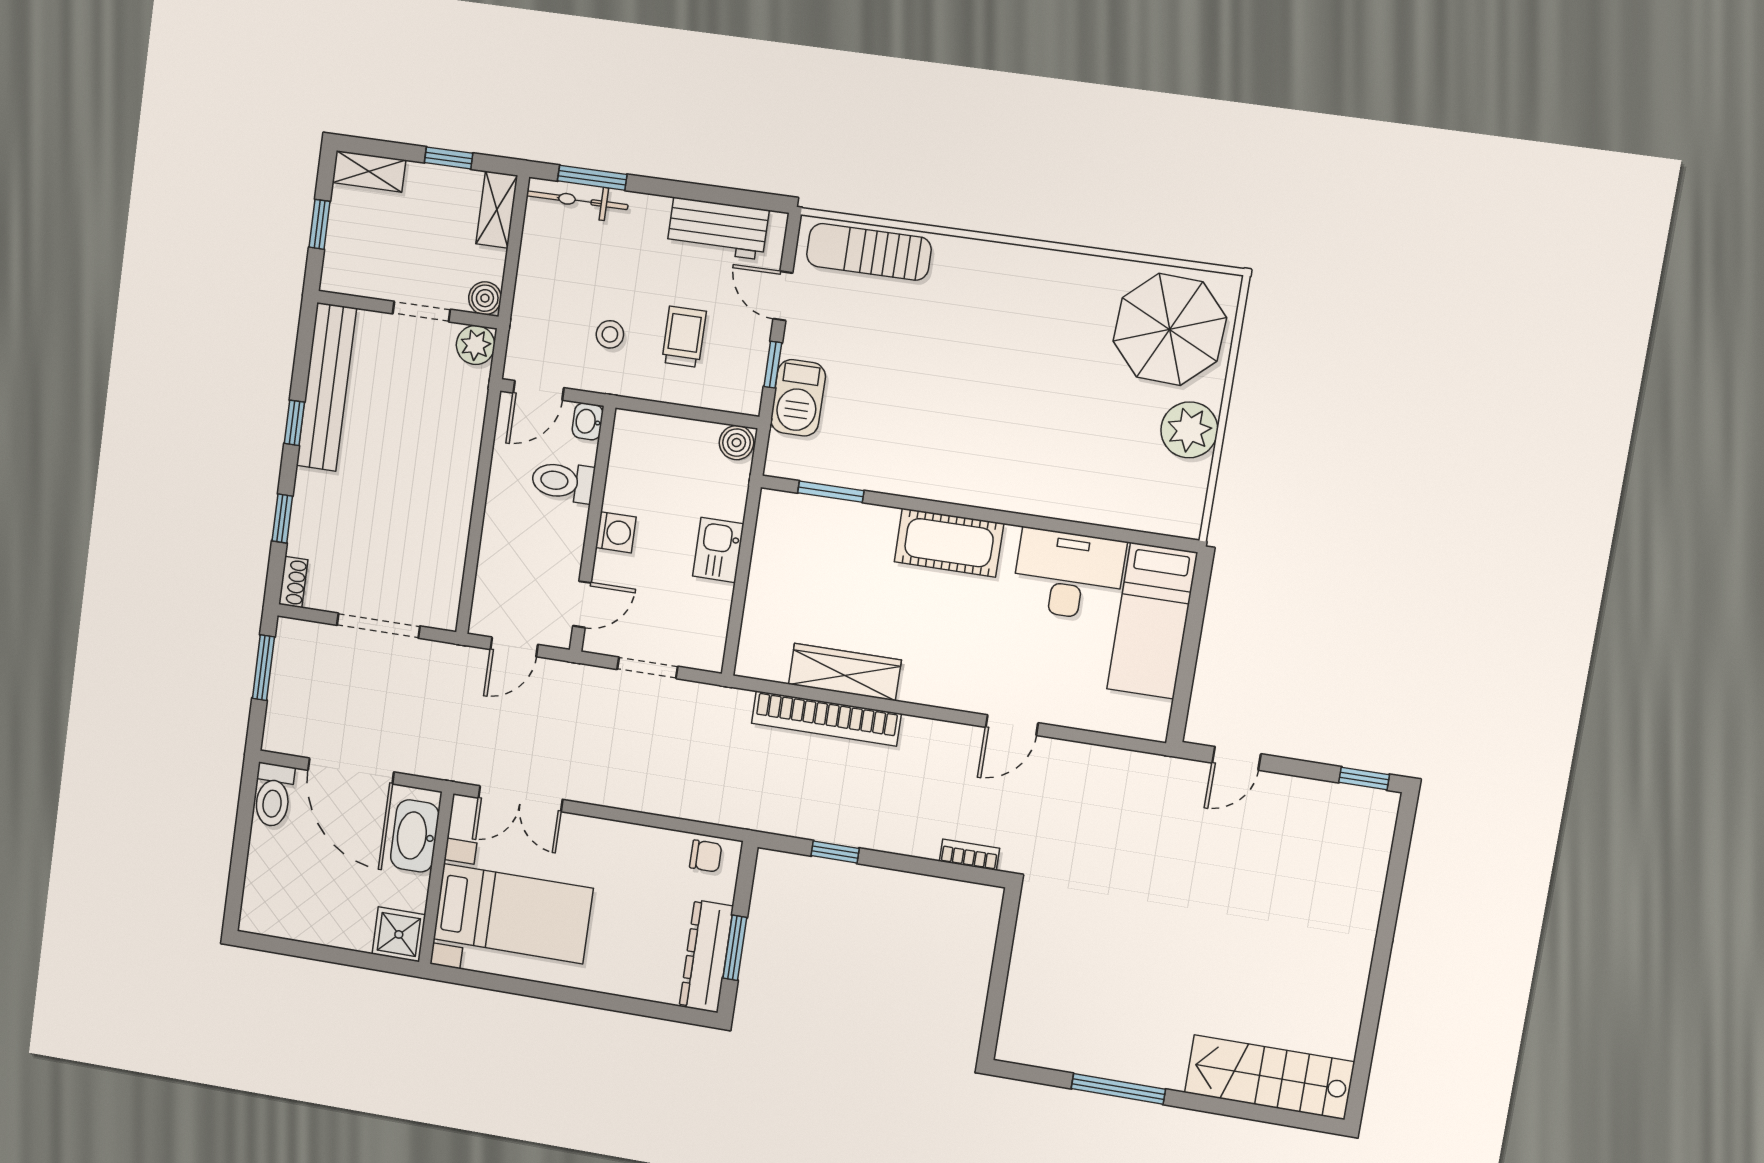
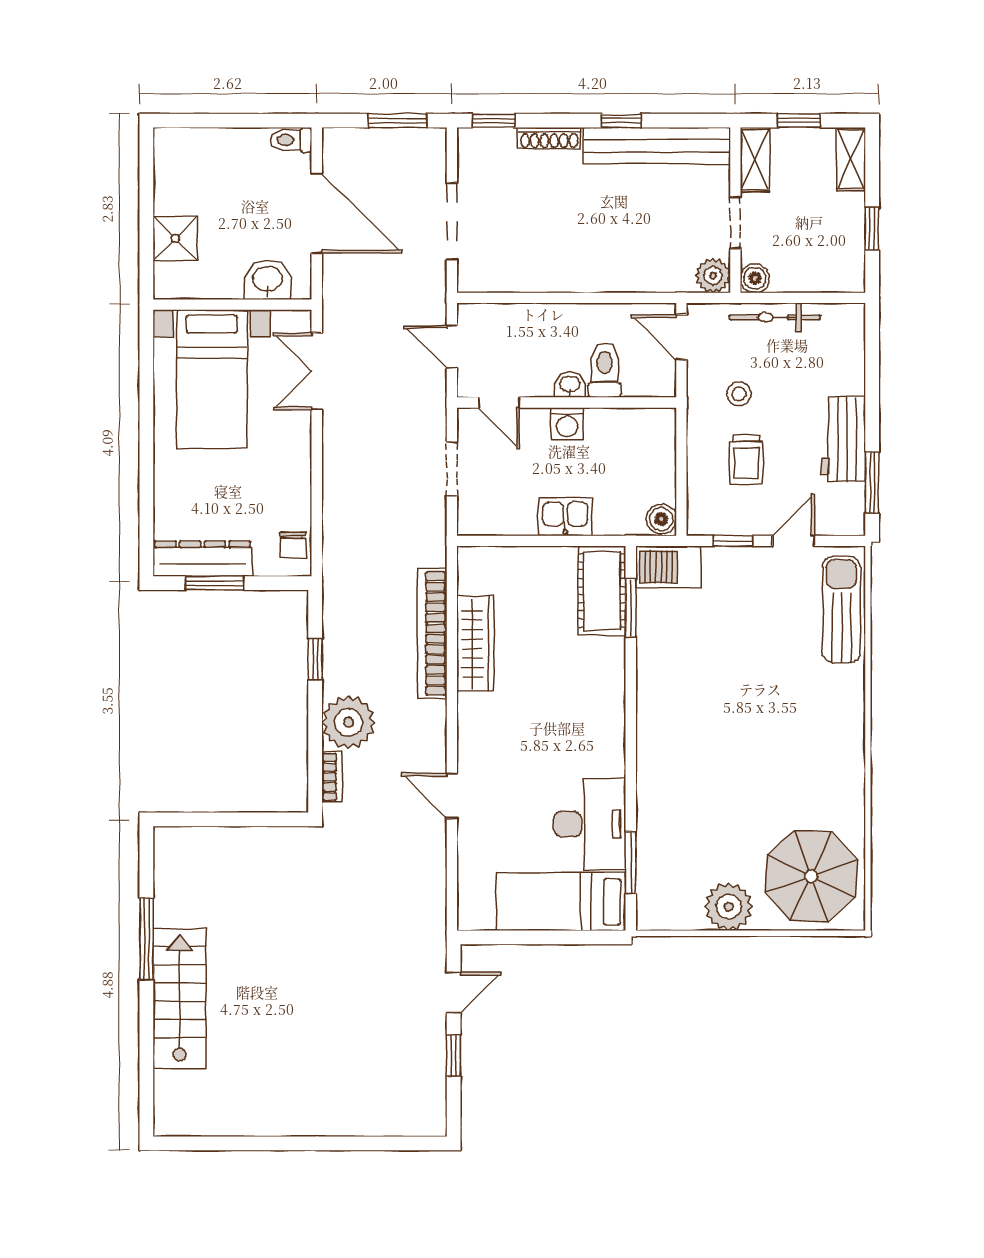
window: (592, 178) -> (872, 482), moved
bicycle: (577, 200) -> (775, 317), moved, turned -90
shelving: (497, 210) -> (755, 160), moved, turned 90
workbench: (718, 228) -> (843, 439), moved
trolley: (684, 337) -> (746, 460), turned 90
barbecue: (798, 398) -> (668, 567), moved
washbasin: (588, 422) -> (570, 385), moved
window: (282, 518) -> (494, 121), moved
window: (1120, 535) -> (631, 863), added
cot: (949, 543) -> (602, 591), moved
shoe rack: (293, 582) -> (549, 138), moved, width x1.43
door: (1237, 758) -> (454, 993), swing flipped
door: (351, 771) -> (317, 213), swing flipped
window: (1364, 778) -> (454, 1056), moved
toilet: (273, 795) -> (291, 140), width x0.73, depth x0.72
plant: (911, 827) -> (349, 722), added
washbasin: (415, 836) -> (268, 280), width x0.72
shower: (399, 934) -> (175, 238), moved
stairs: (1269, 1077) -> (180, 998), moved

